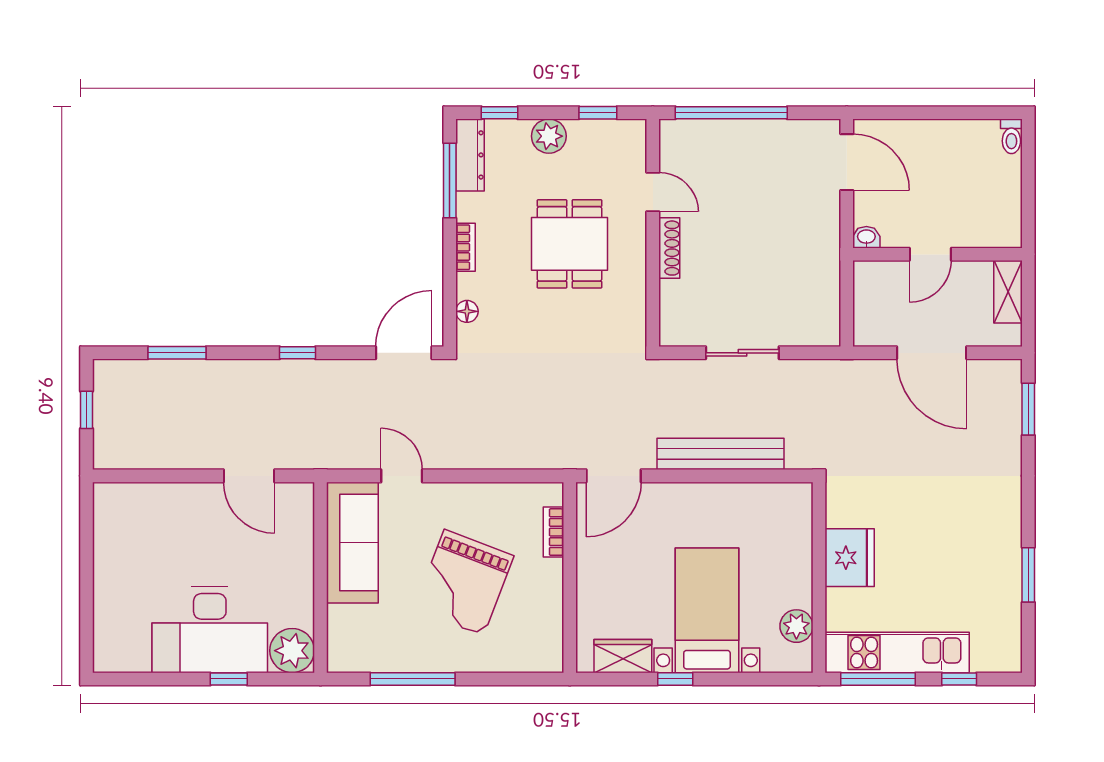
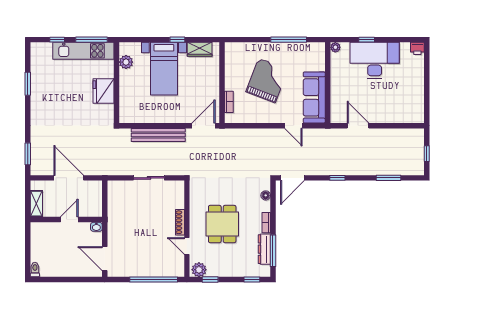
plant: (549, 136) -> (199, 270), moved
dresser: (470, 155) -> (264, 249), moved
plant: (292, 651) -> (335, 47), width x0.53, depth x0.53
printer: (109, 658) -> (417, 48), added

